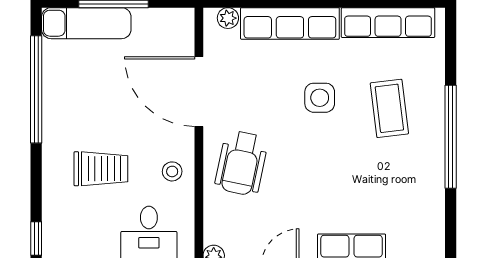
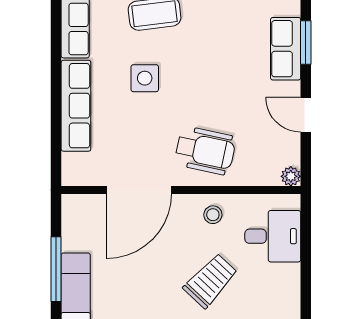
plant: (228, 18) -> (71, 163), removed
trolley: (101, 169) -> (210, 281), turned 43

